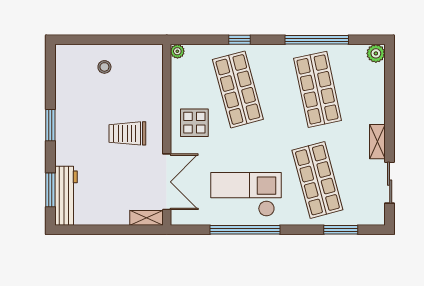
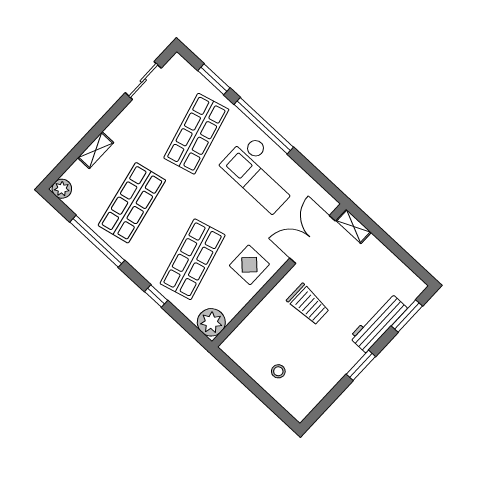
plant: (177, 51) -> (211, 322), width x1.87, depth x1.87
shelving: (377, 142) -> (96, 150), moved
workbench: (66, 196) -> (378, 323), moved
window: (245, 230) -> (264, 126), moved

